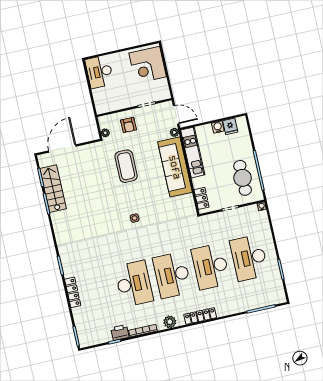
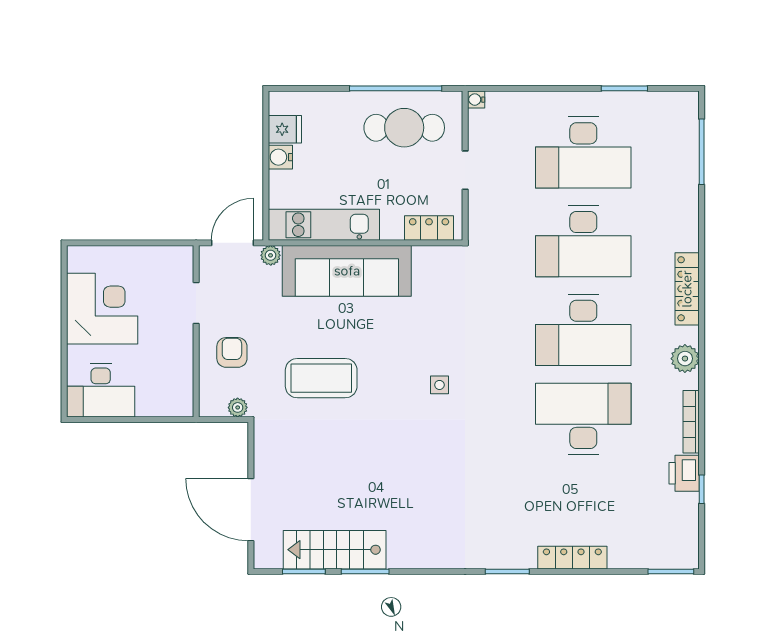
corner desk: (148, 65) -> (102, 309), moved, turned -90
armchair: (129, 125) -> (232, 352), turned -90

